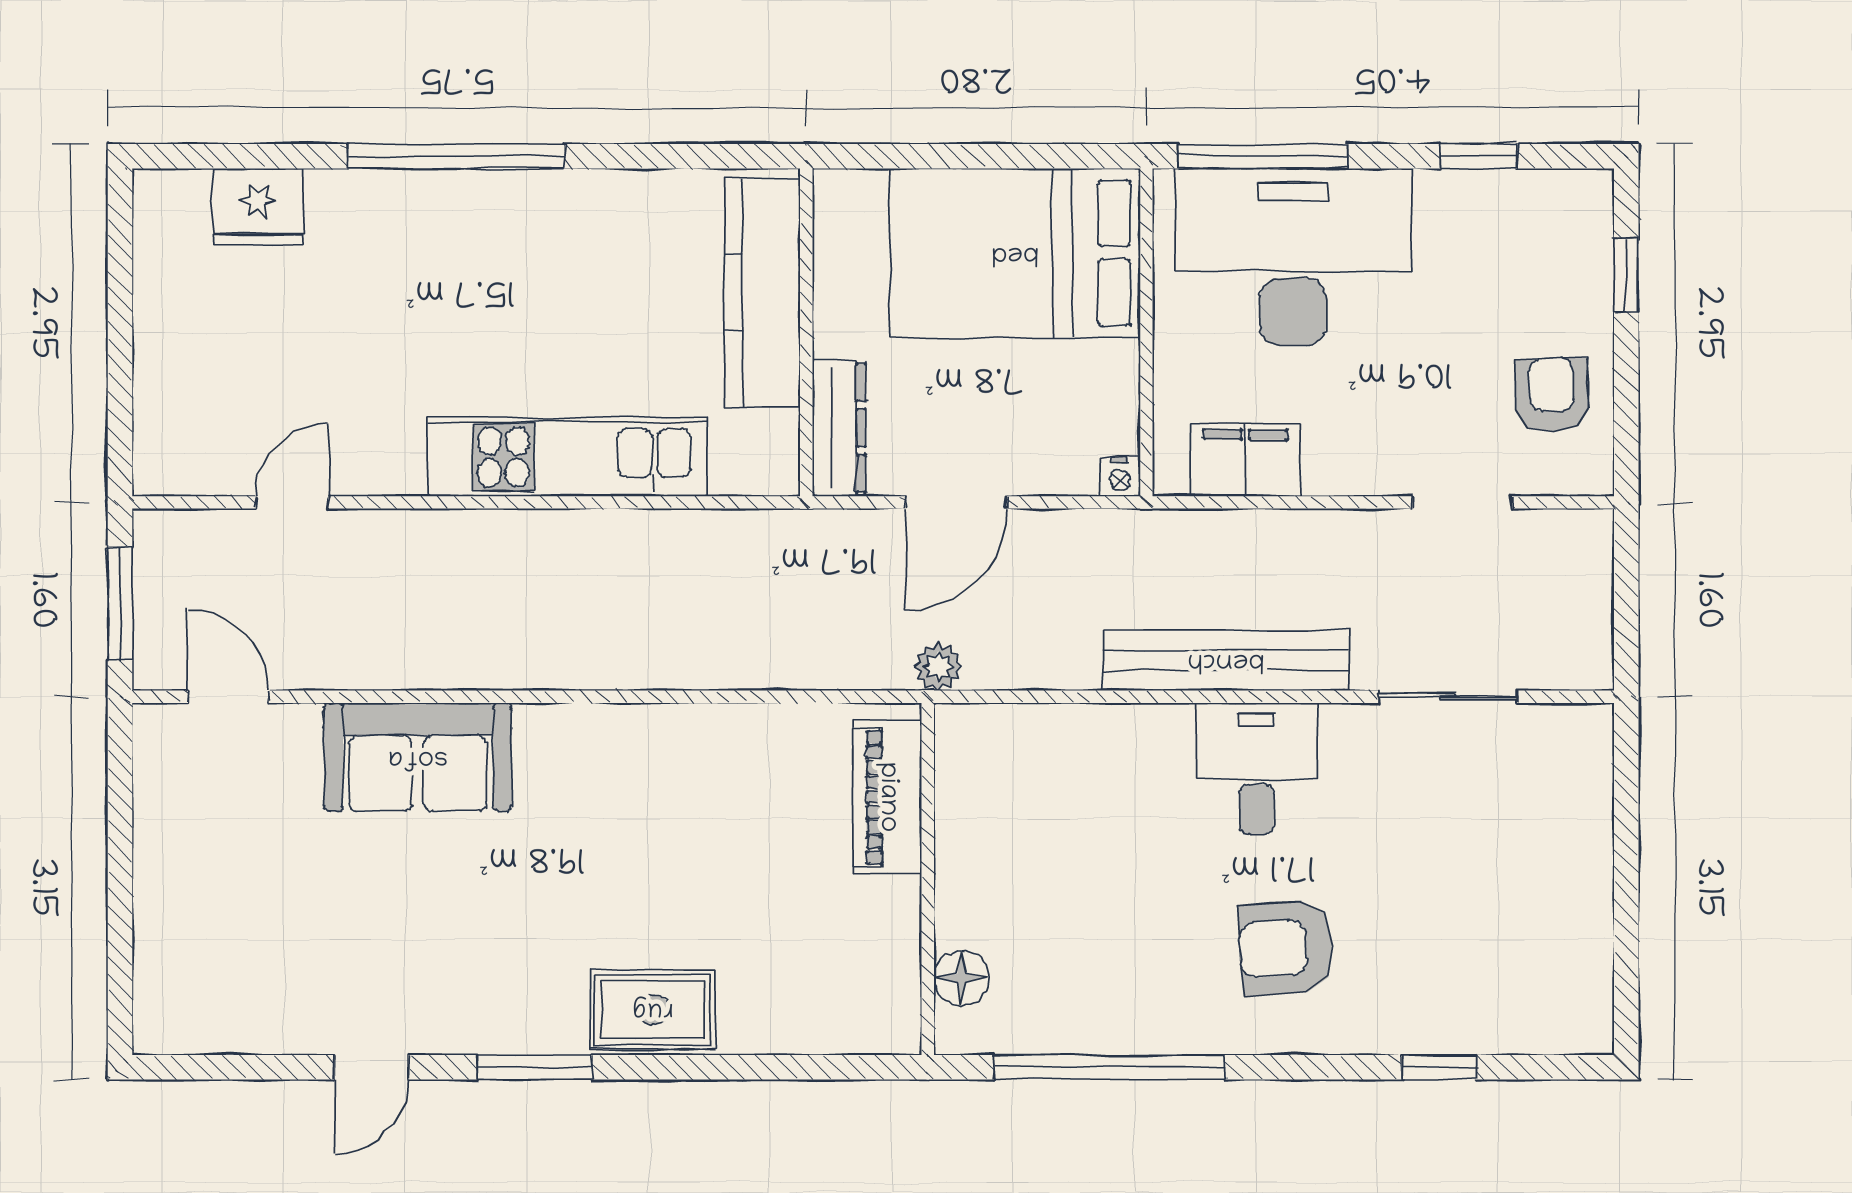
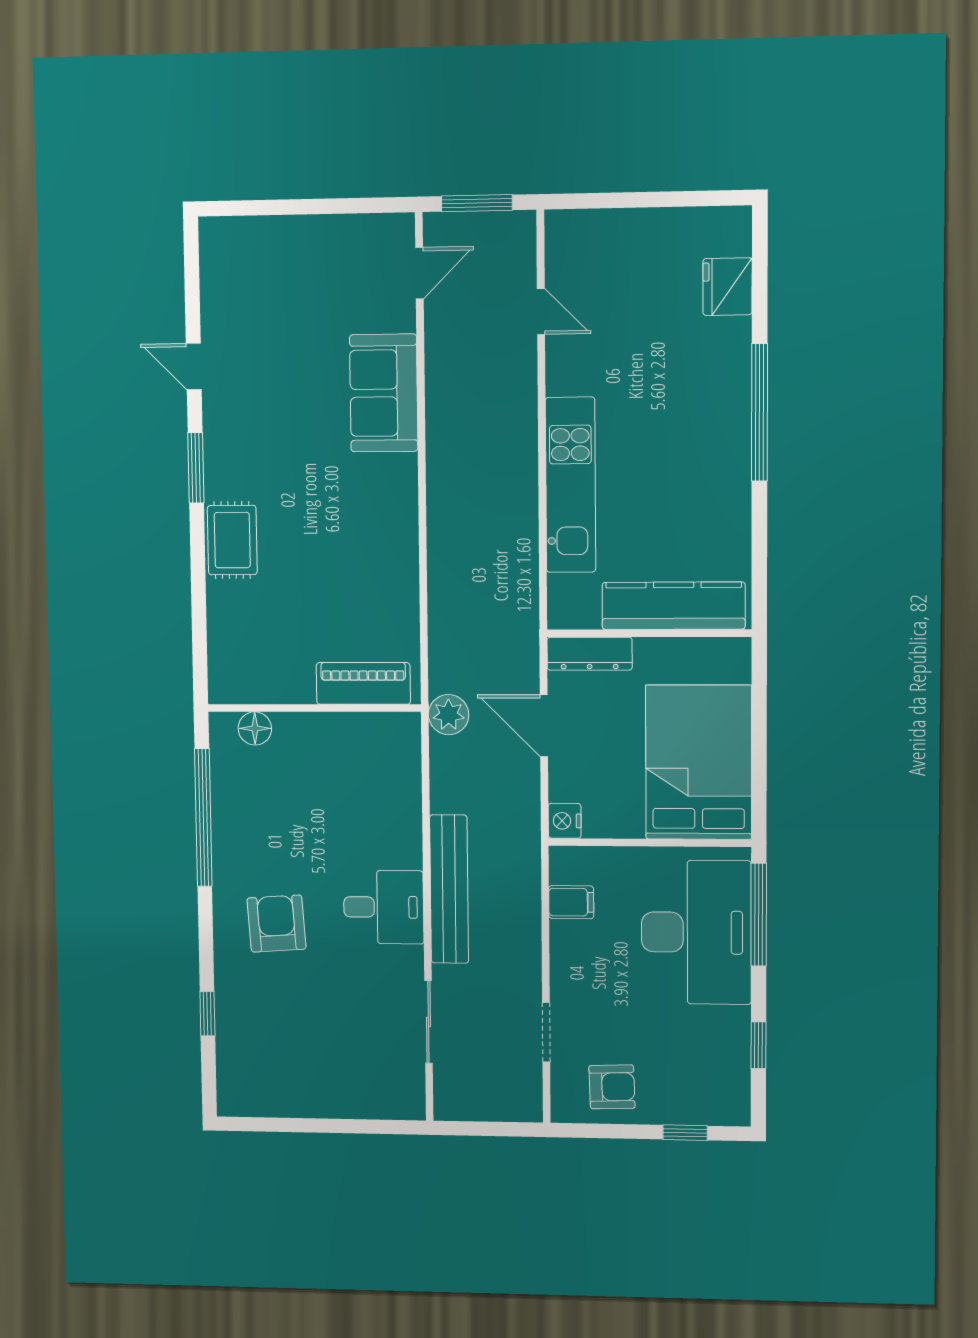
filing cabinet: (1245, 460) -> (571, 902), width x0.50
nightstand: (1120, 477) -> (565, 821), width x1.39, depth x1.35
plant: (938, 667) -> (449, 715), width x1.38, depth x1.38

